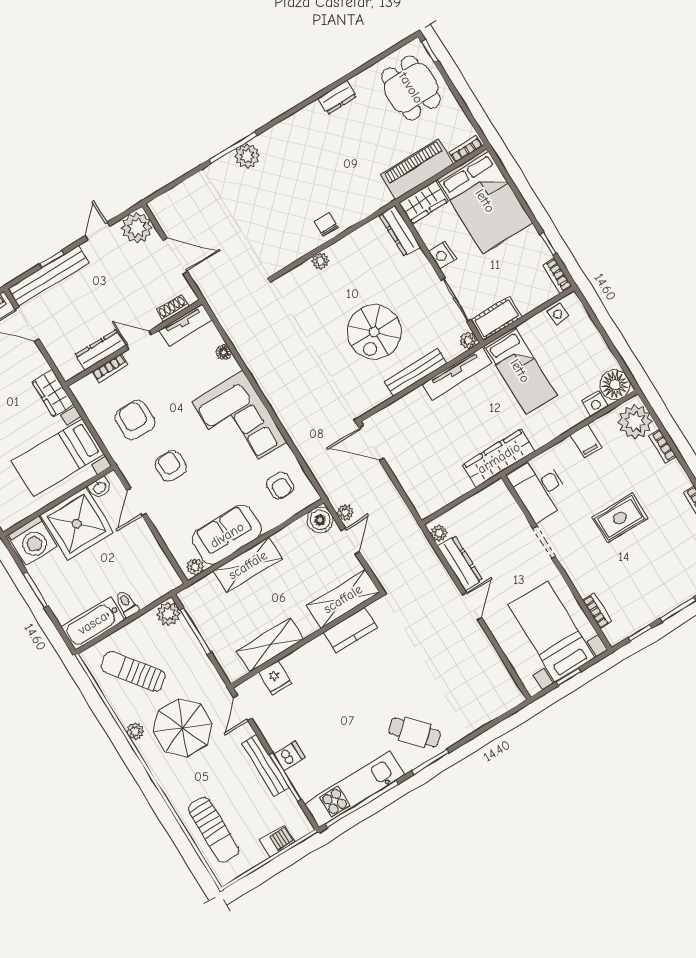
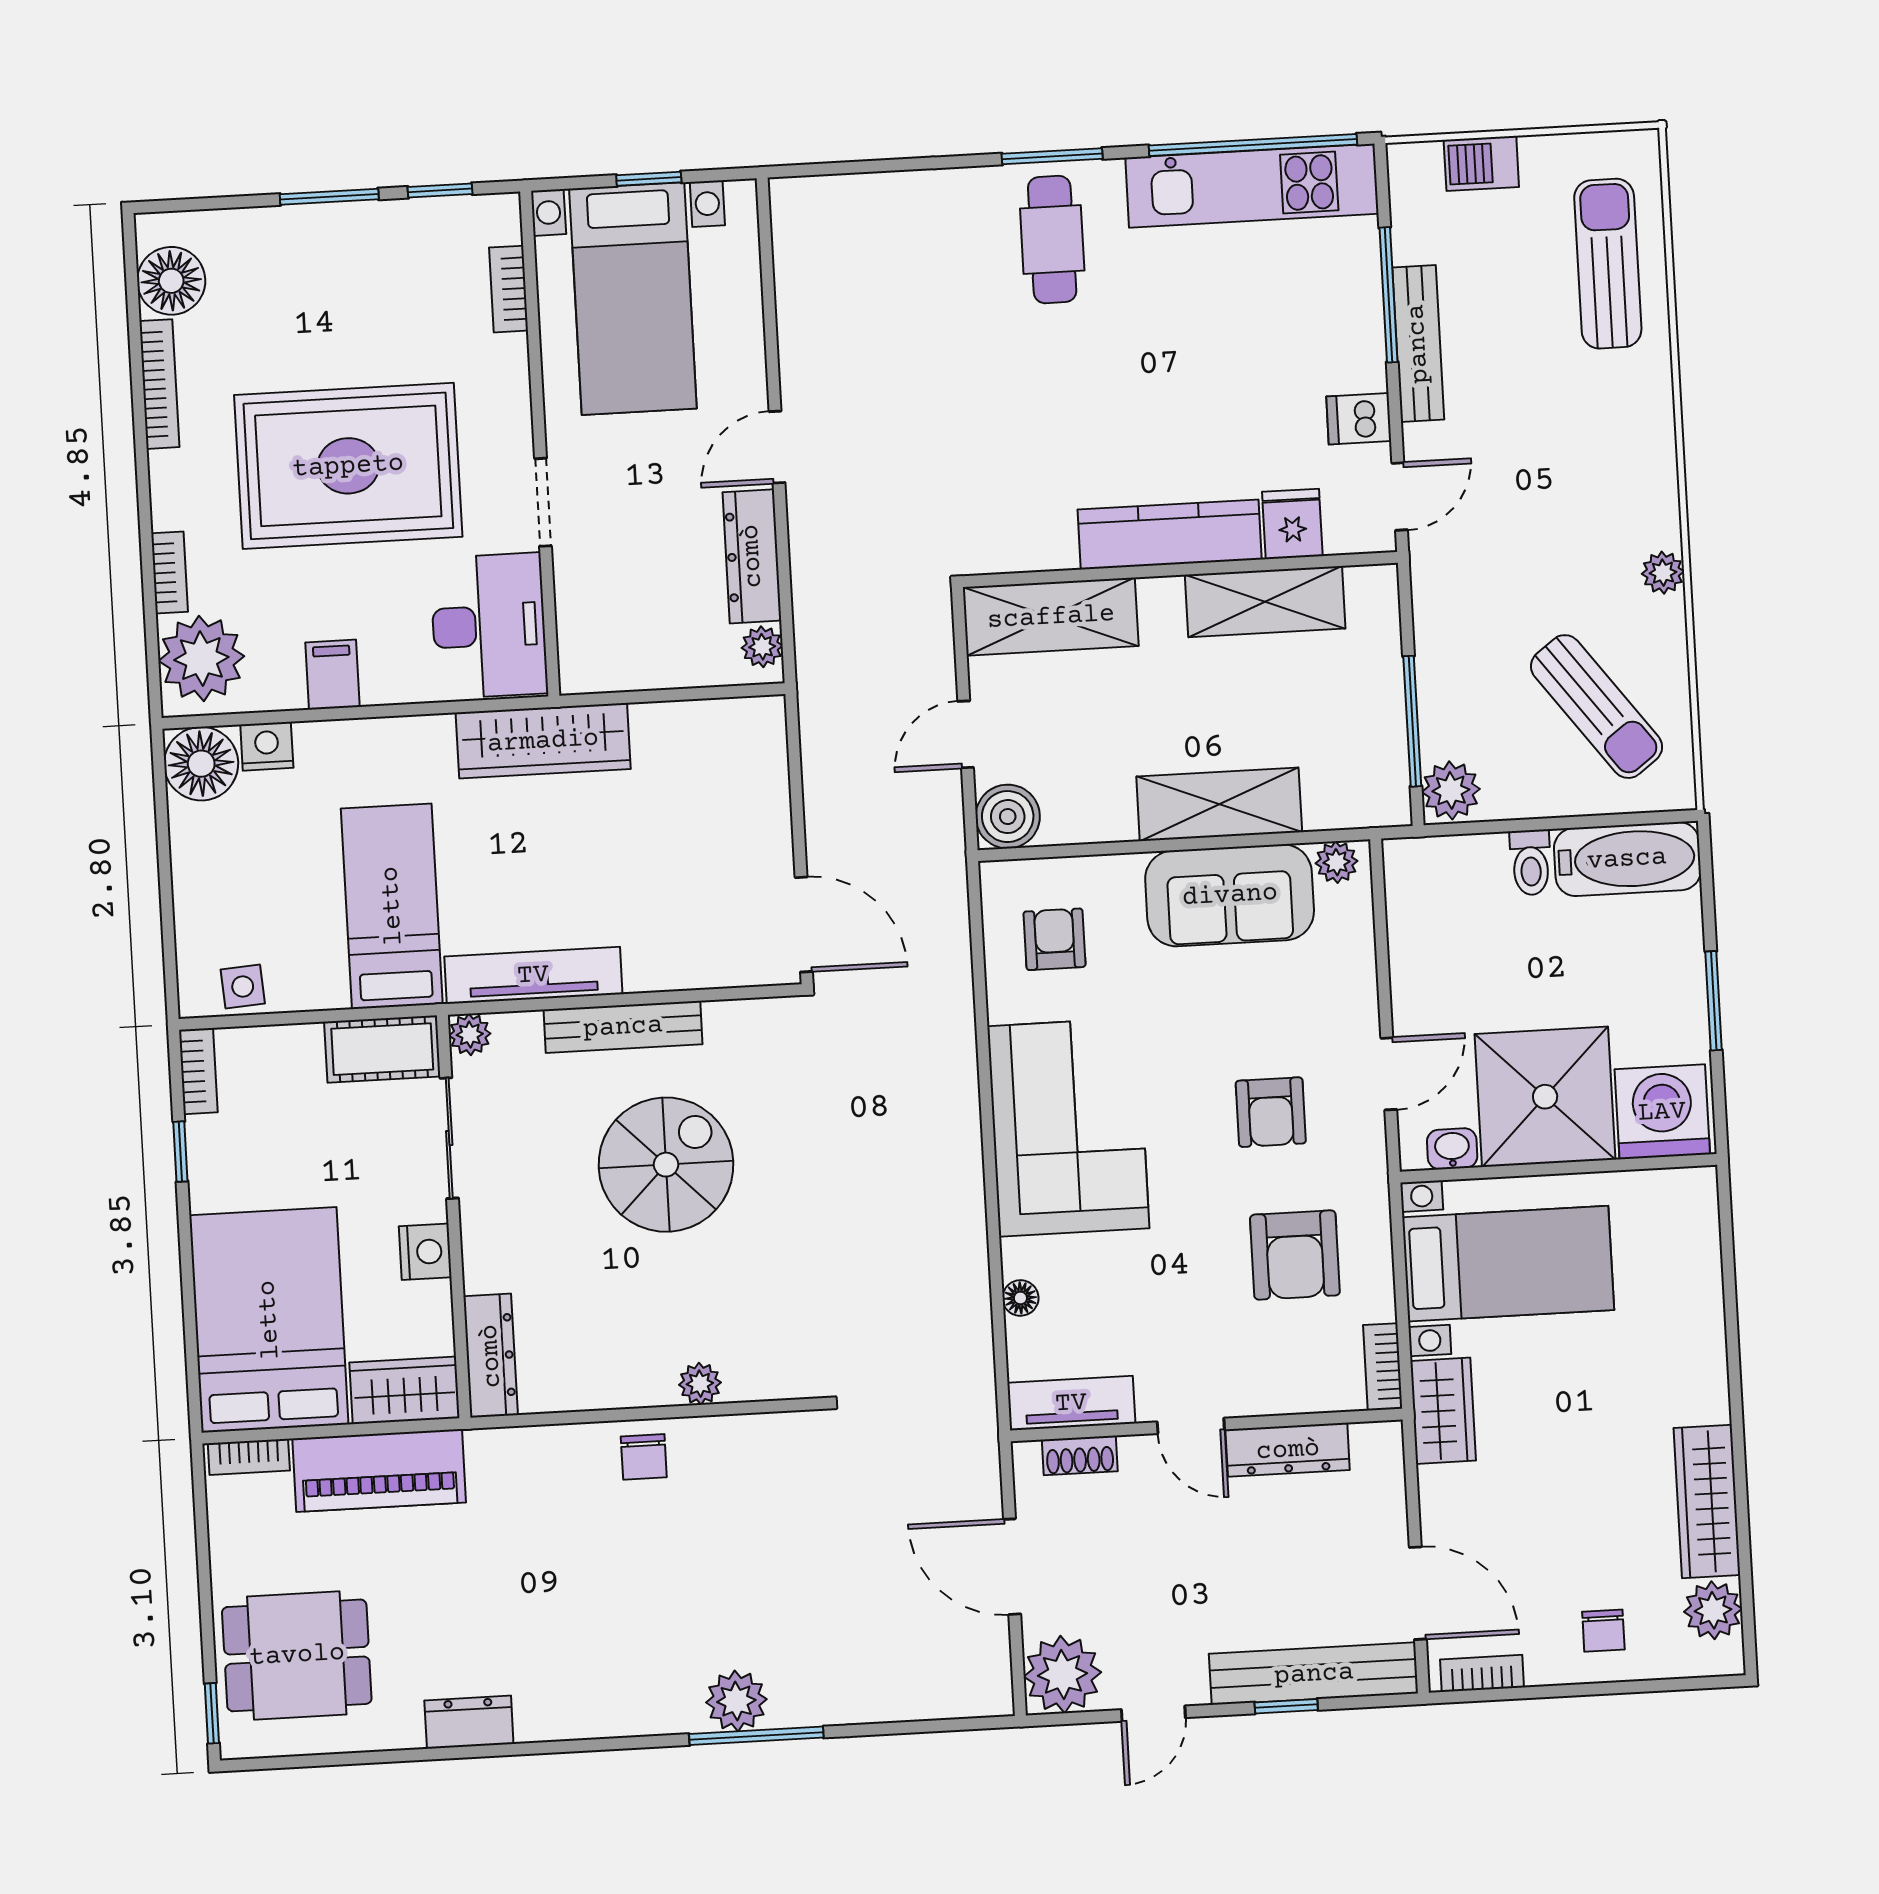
dining table: (411, 88) -> (297, 1655), turned 90
bookcase: (110, 368) -> (1383, 1367), moved, turned -90
plant: (345, 513) -> (944, 803), removed
rug: (620, 518) -> (348, 466), width x1.86, depth x2.06
kitchen counter: (350, 630) -> (1170, 534), moved, width x1.50
parasol: (183, 728) -> (1555, 524), removed
cafe table: (415, 732) -> (1052, 240), turned 42
dishwasher: (289, 756) -> (1359, 419), moved

